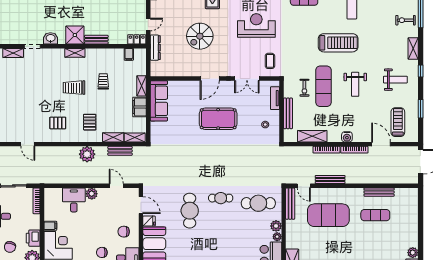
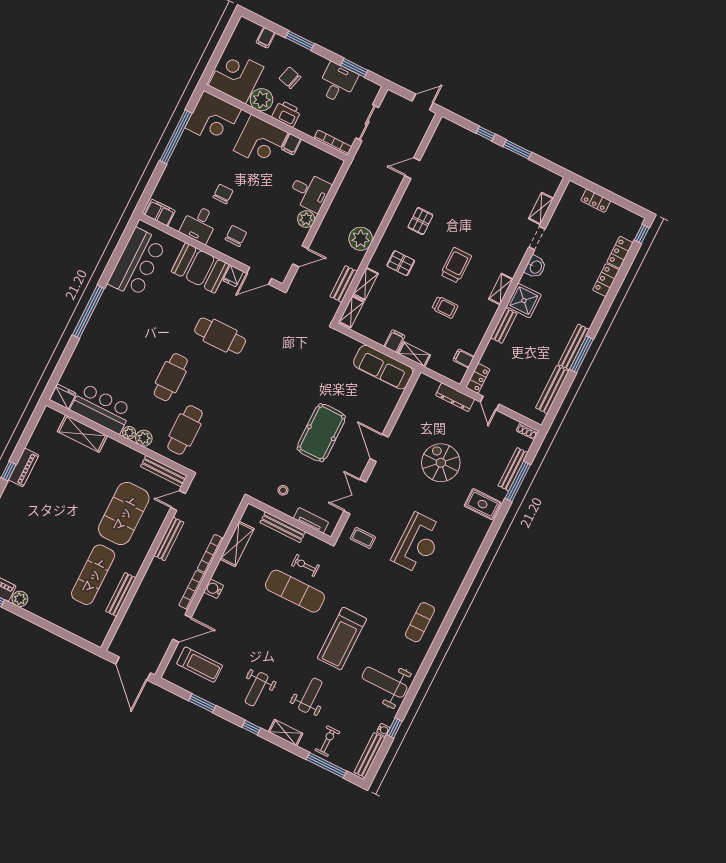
weight bench: (355, 84) -> (310, 695), moved, turned 90
filing cabinet: (139, 107) -> (394, 341), width x0.50
cafe table: (221, 198) -> (171, 377), moved, width x1.37, depth x1.35
exercise mat: (375, 215) -> (93, 575), width x1.36, depth x1.45

